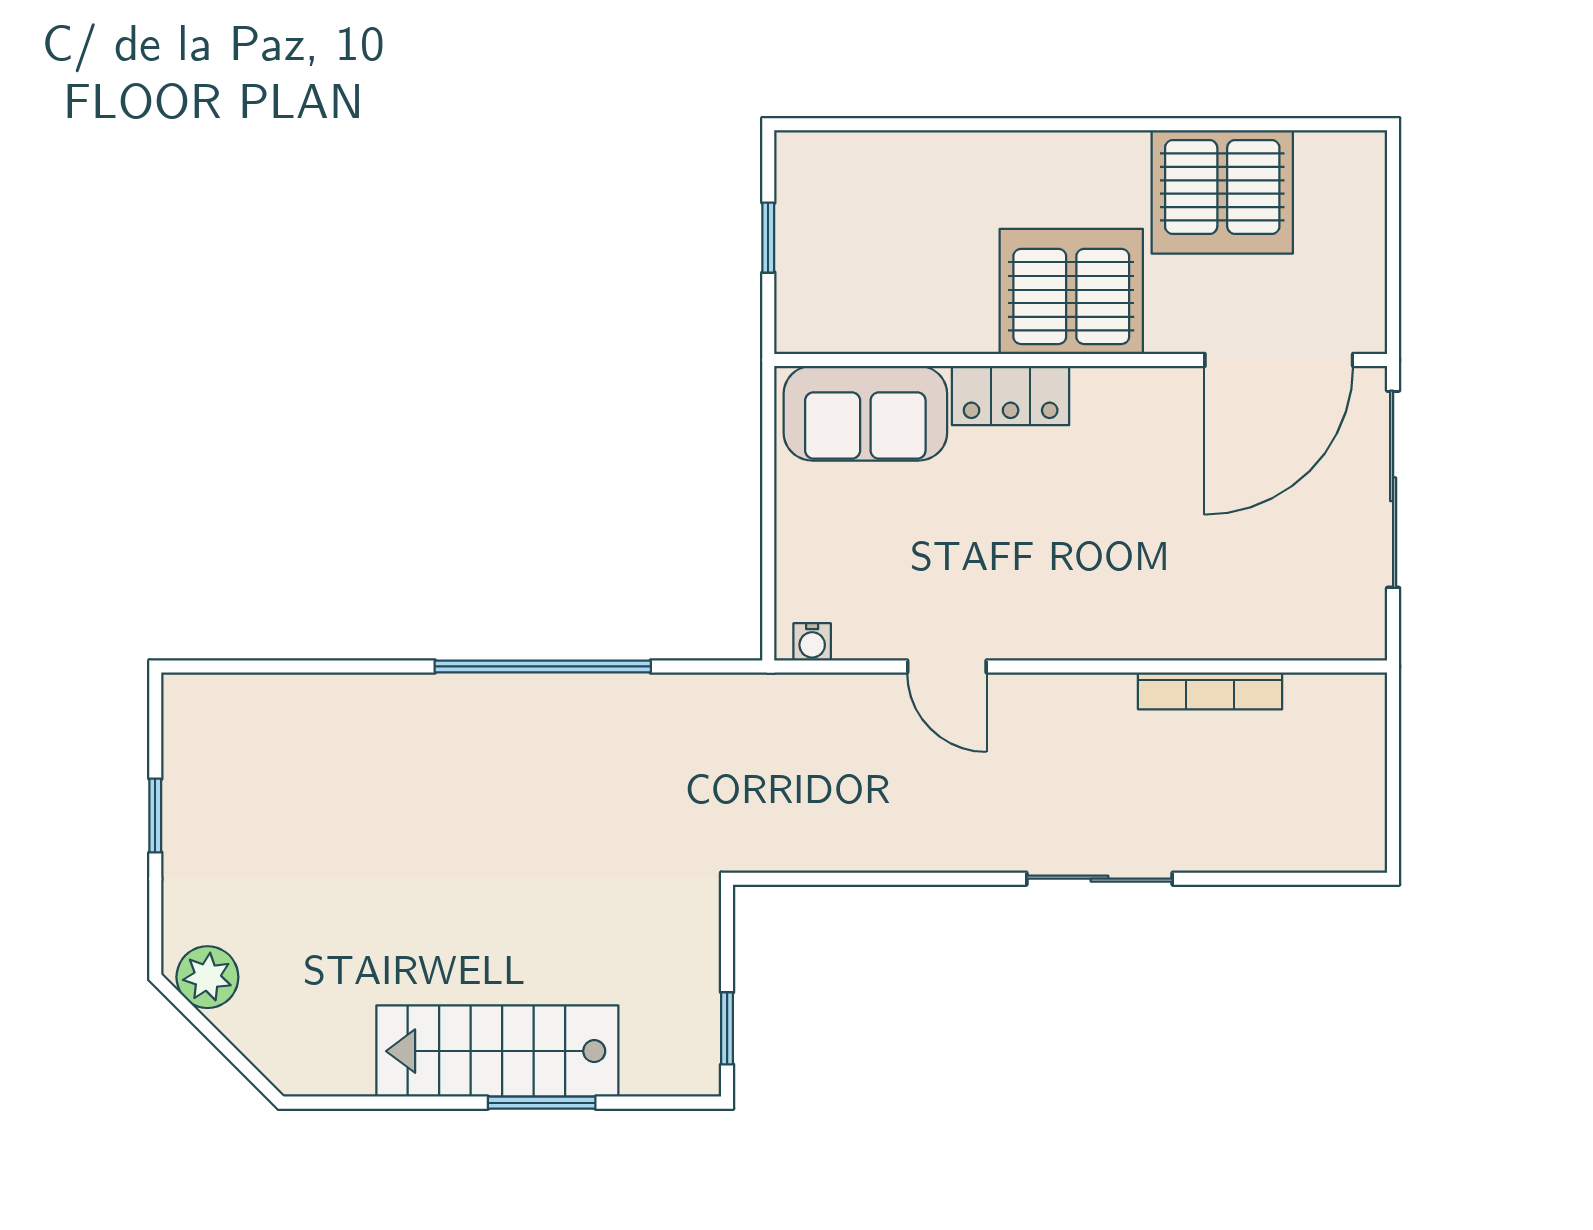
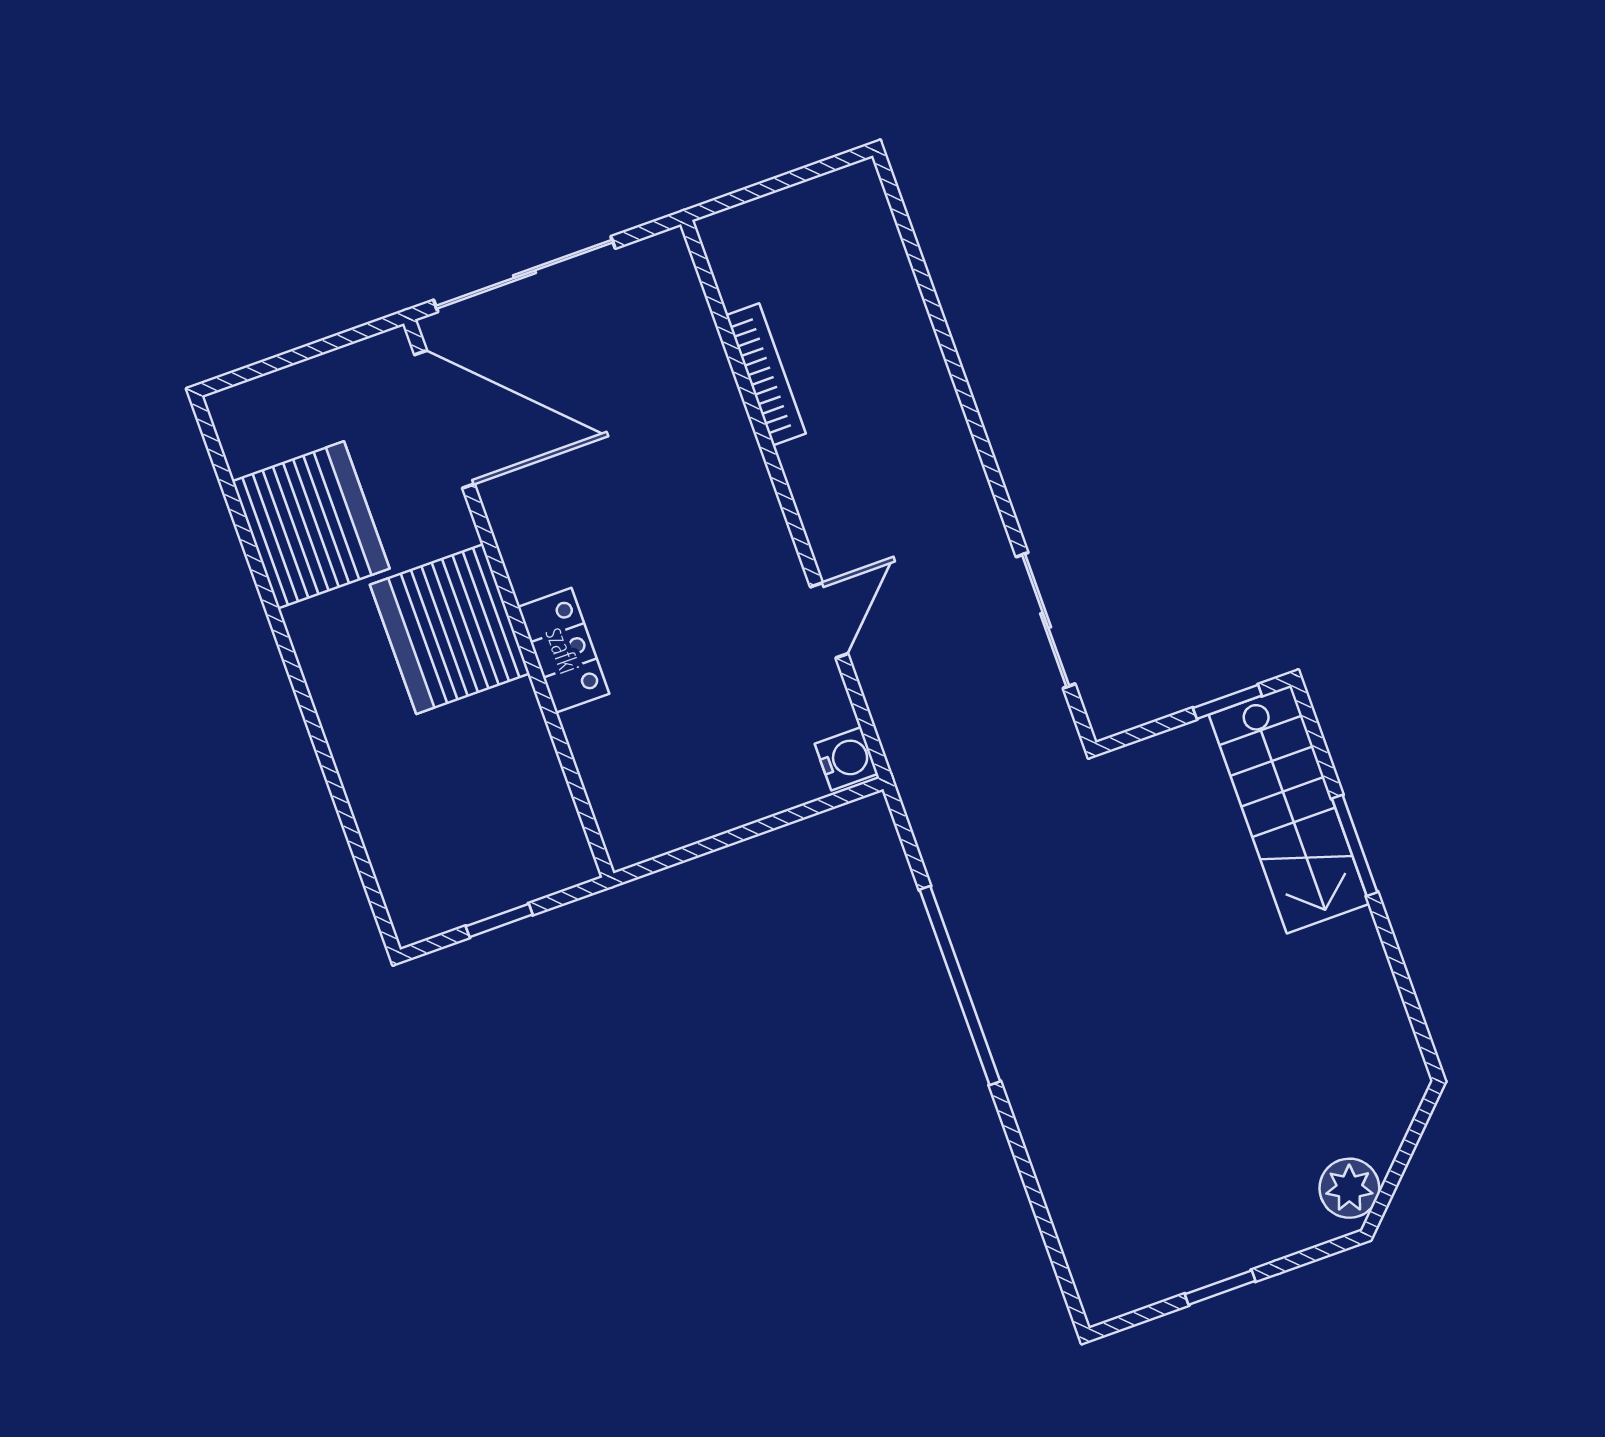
sofa: (865, 413) -> (626, 776), removed
water cooler: (812, 642) -> (846, 759), width x1.38, depth x1.38
sliding door: (1100, 879) -> (1046, 620), moved
stairs: (497, 1051) -> (1289, 809), moved

